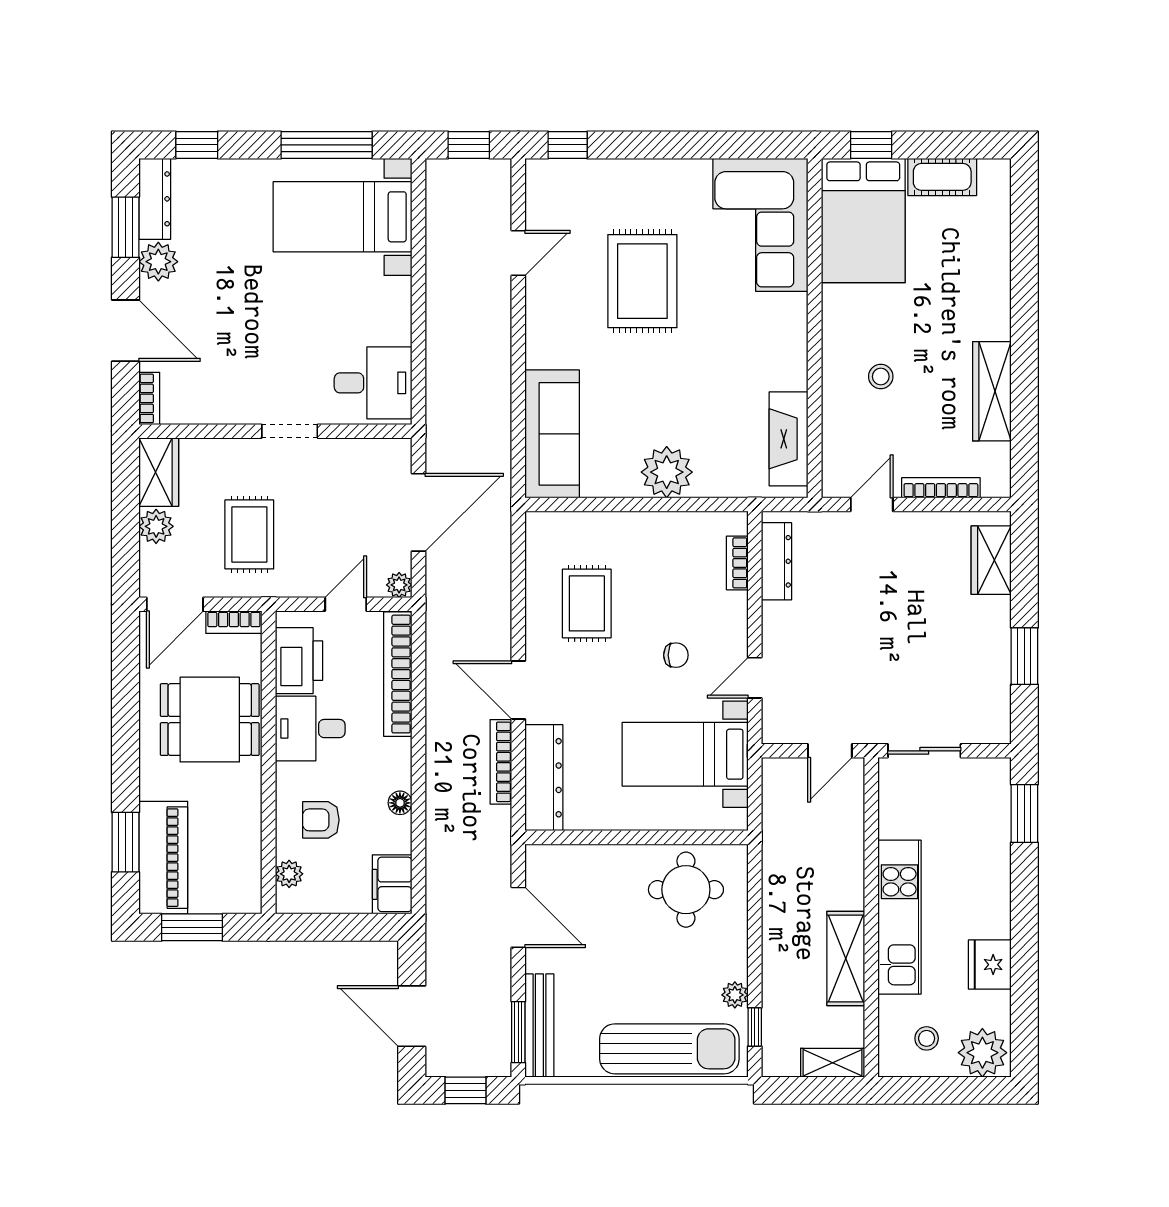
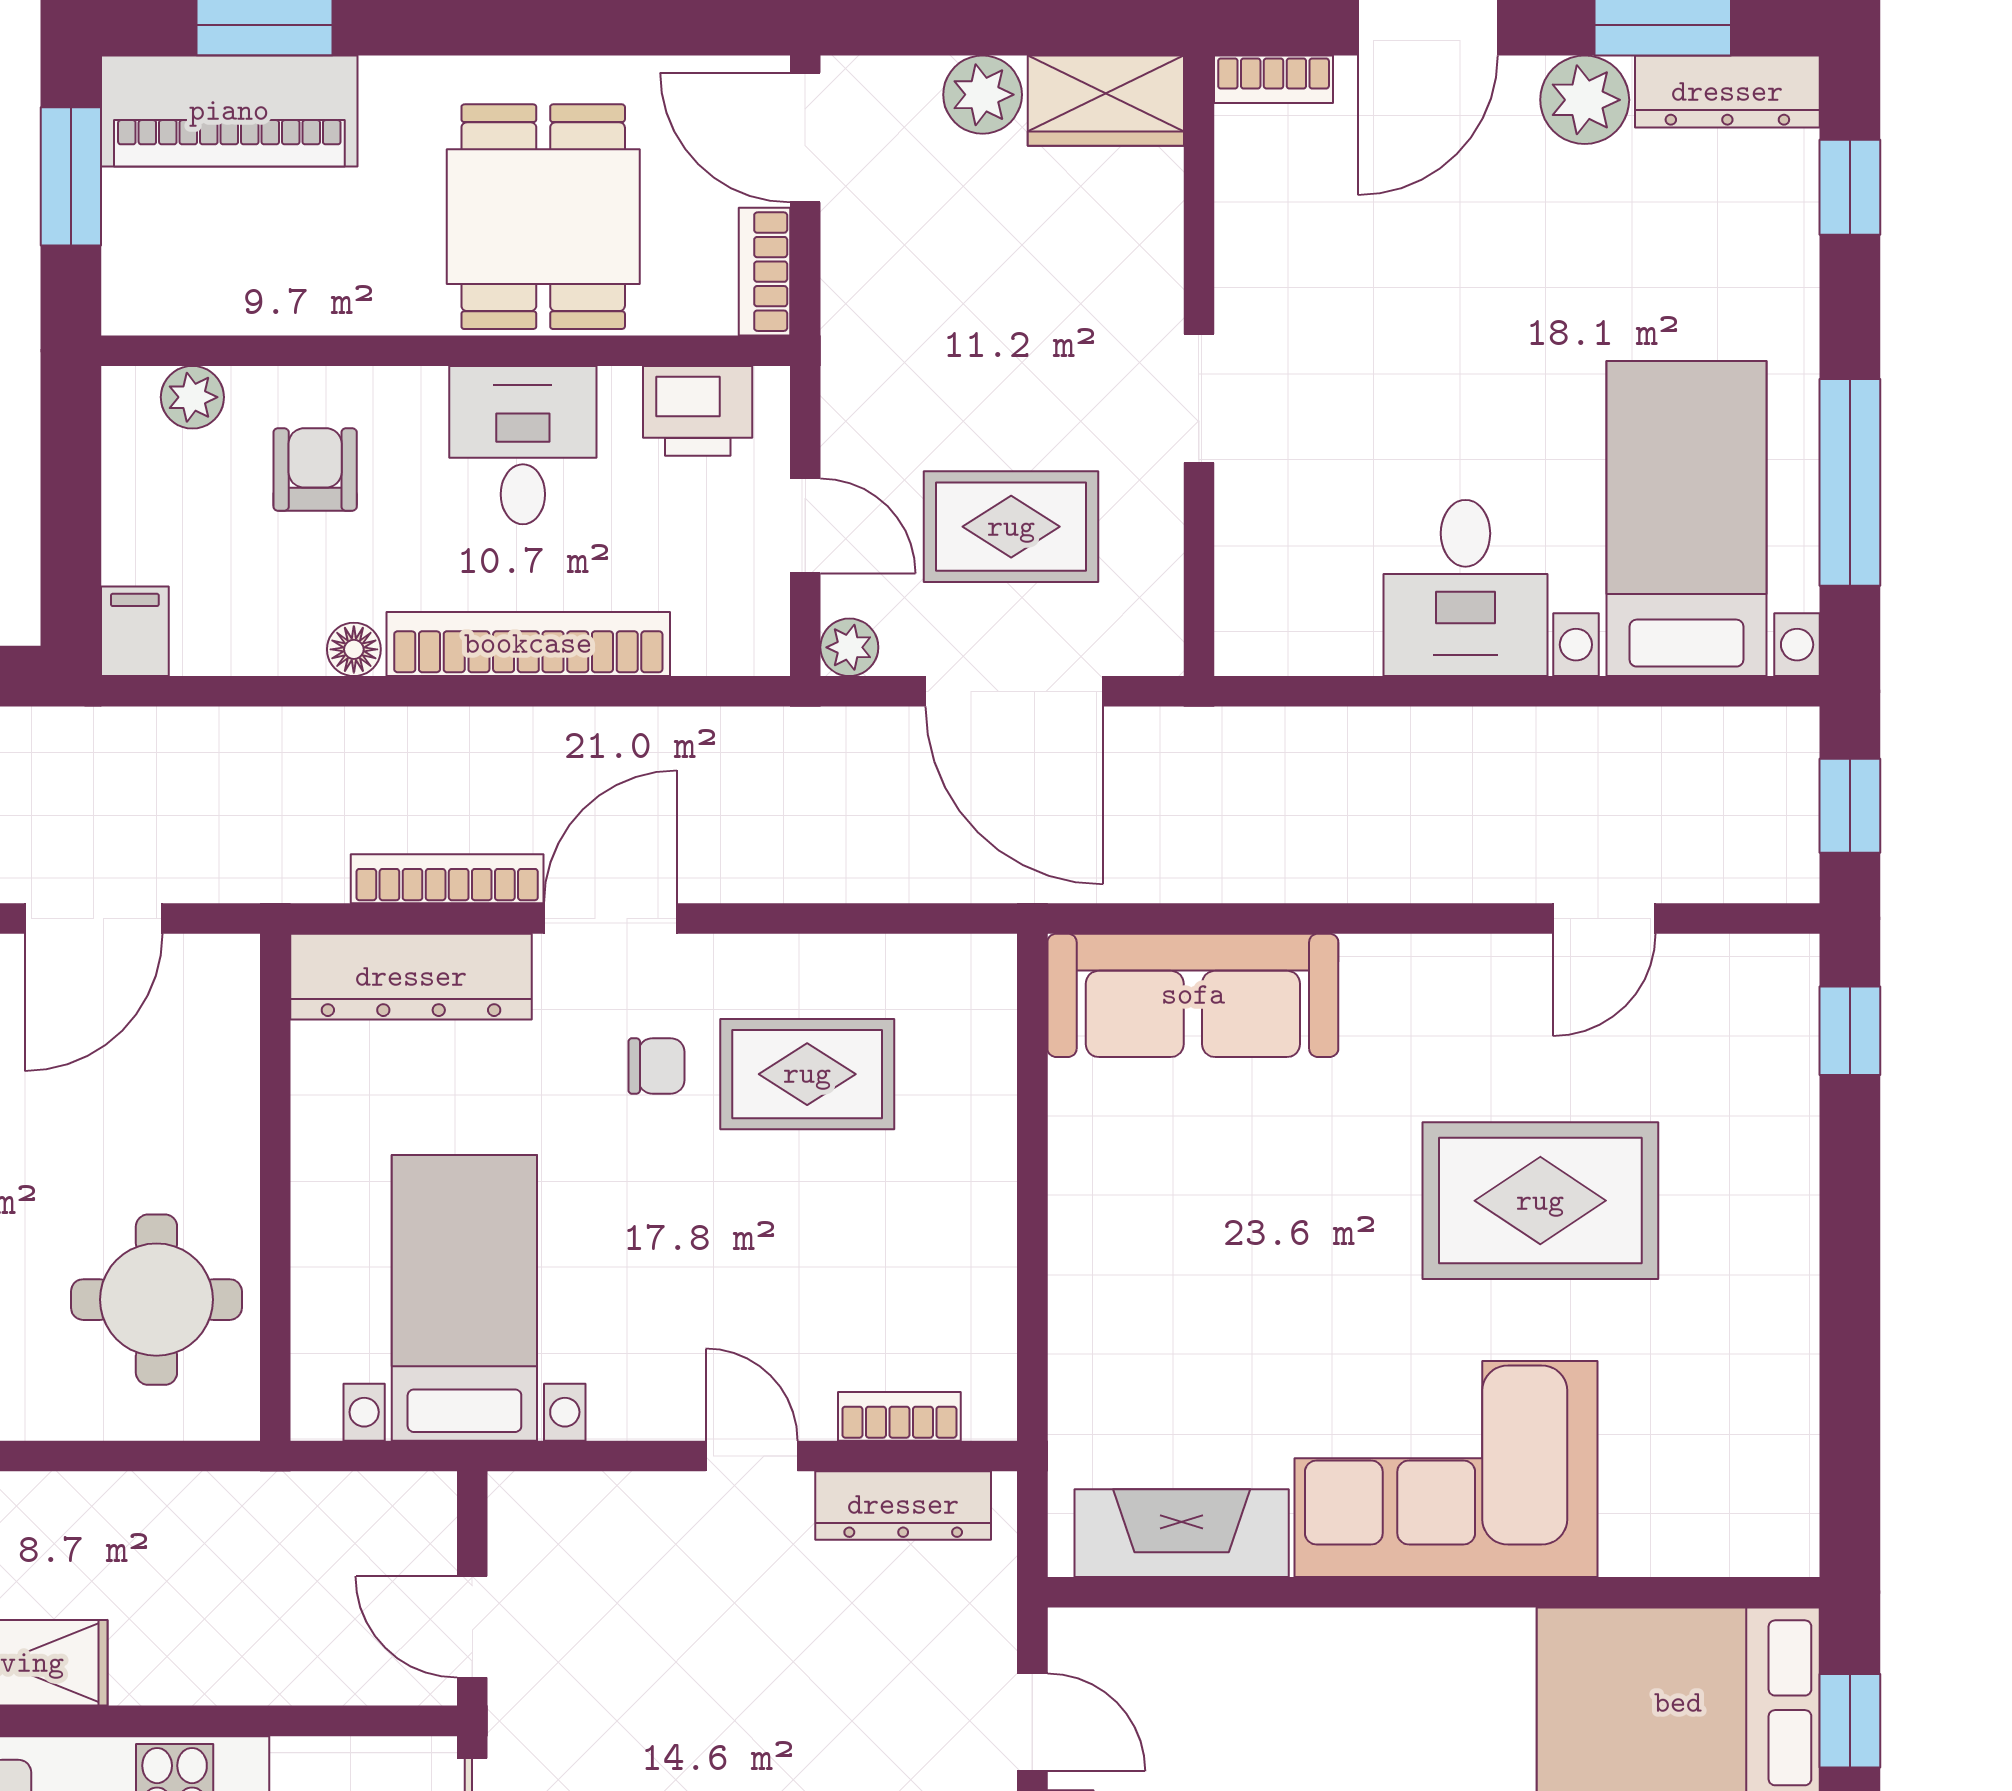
corner sofa: (760, 225) -> (1446, 1469), moved
door: (518, 253) -> (1604, 918), hinge flipped
stool: (881, 377) -> (1323, 1743), removed
desk: (373, 383) -> (1465, 588), moved
plant: (667, 472) -> (1106, 1256), removed
rug: (249, 534) -> (1011, 527), moved
chair: (676, 655) -> (656, 1066), moved, turned -90
printer: (299, 661) -> (698, 411), width x0.73, depth x0.84
bookcase: (398, 674) -> (528, 644), moved
door: (755, 678) -> (752, 1456), moved
filing cabinet: (392, 884) -> (135, 631), width x0.50

